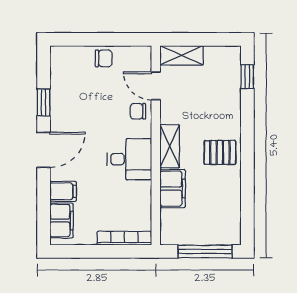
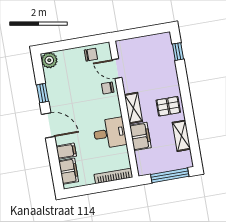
shelving: (182, 55) -> (181, 136), moved, turned 90
plant: (61, 57) -> (49, 60), added
chair: (104, 58) -> (91, 55), moved
door: (44, 150) -> (48, 125), hinge flipped
desk: (129, 159) -> (110, 133), moved

